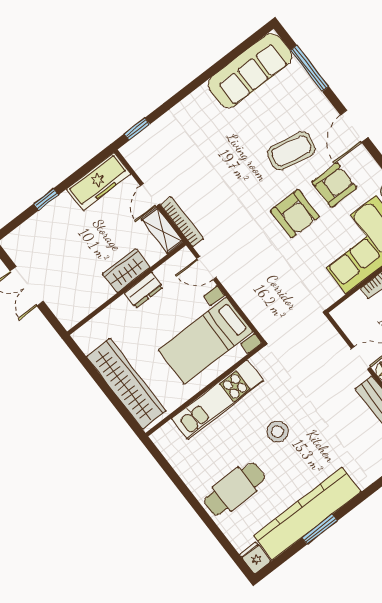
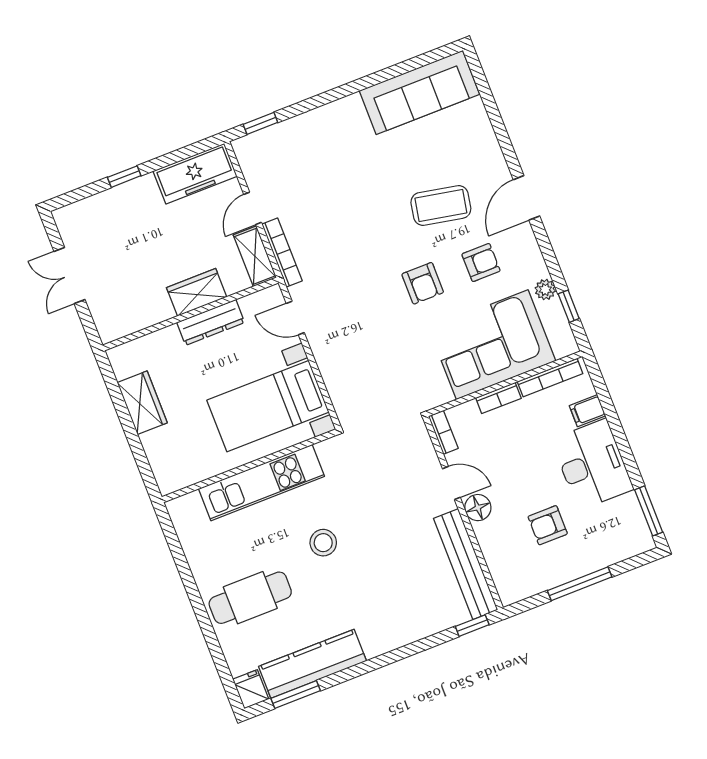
window: (310, 68) -> (493, 111), removed
armchair: (334, 185) -> (481, 263), width x0.72, depth x0.72
armchair: (295, 214) -> (423, 283), width x0.72, depth x0.72
dresser: (144, 290) -> (211, 322), width x1.44
bookcase: (343, 322) -> (443, 432), added
wardrobe: (126, 384) -> (142, 403), width x0.48, depth x0.85
kitchen counter: (307, 514) -> (313, 664), width x0.72, depth x0.86
window: (320, 529) -> (296, 694), moved

